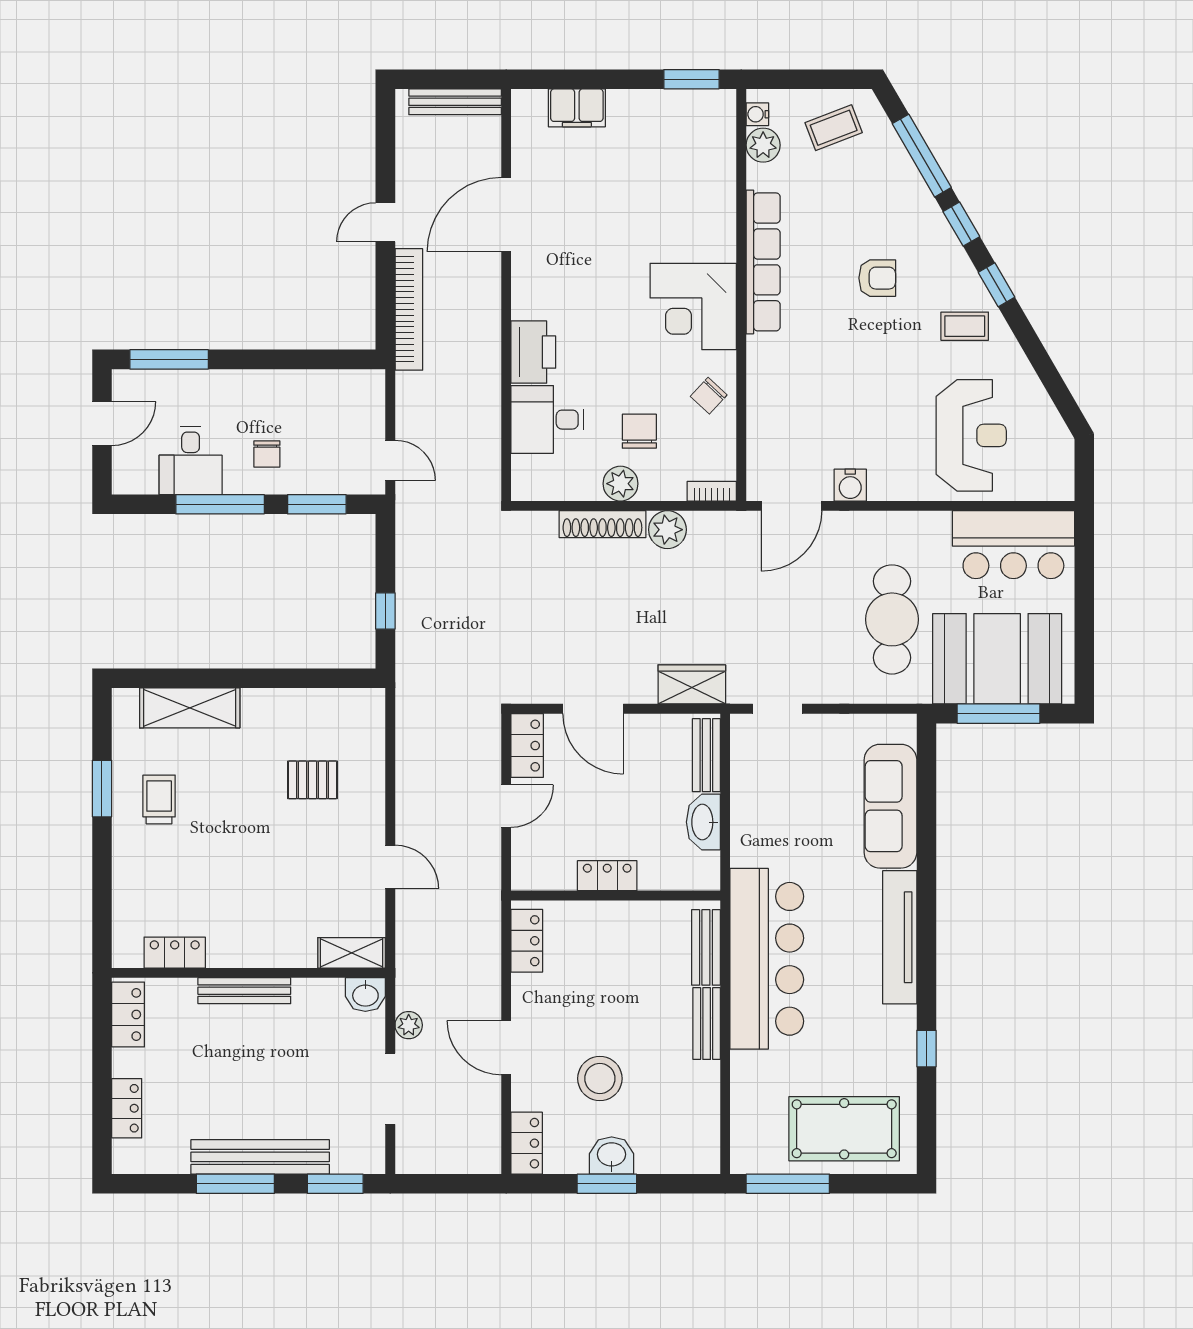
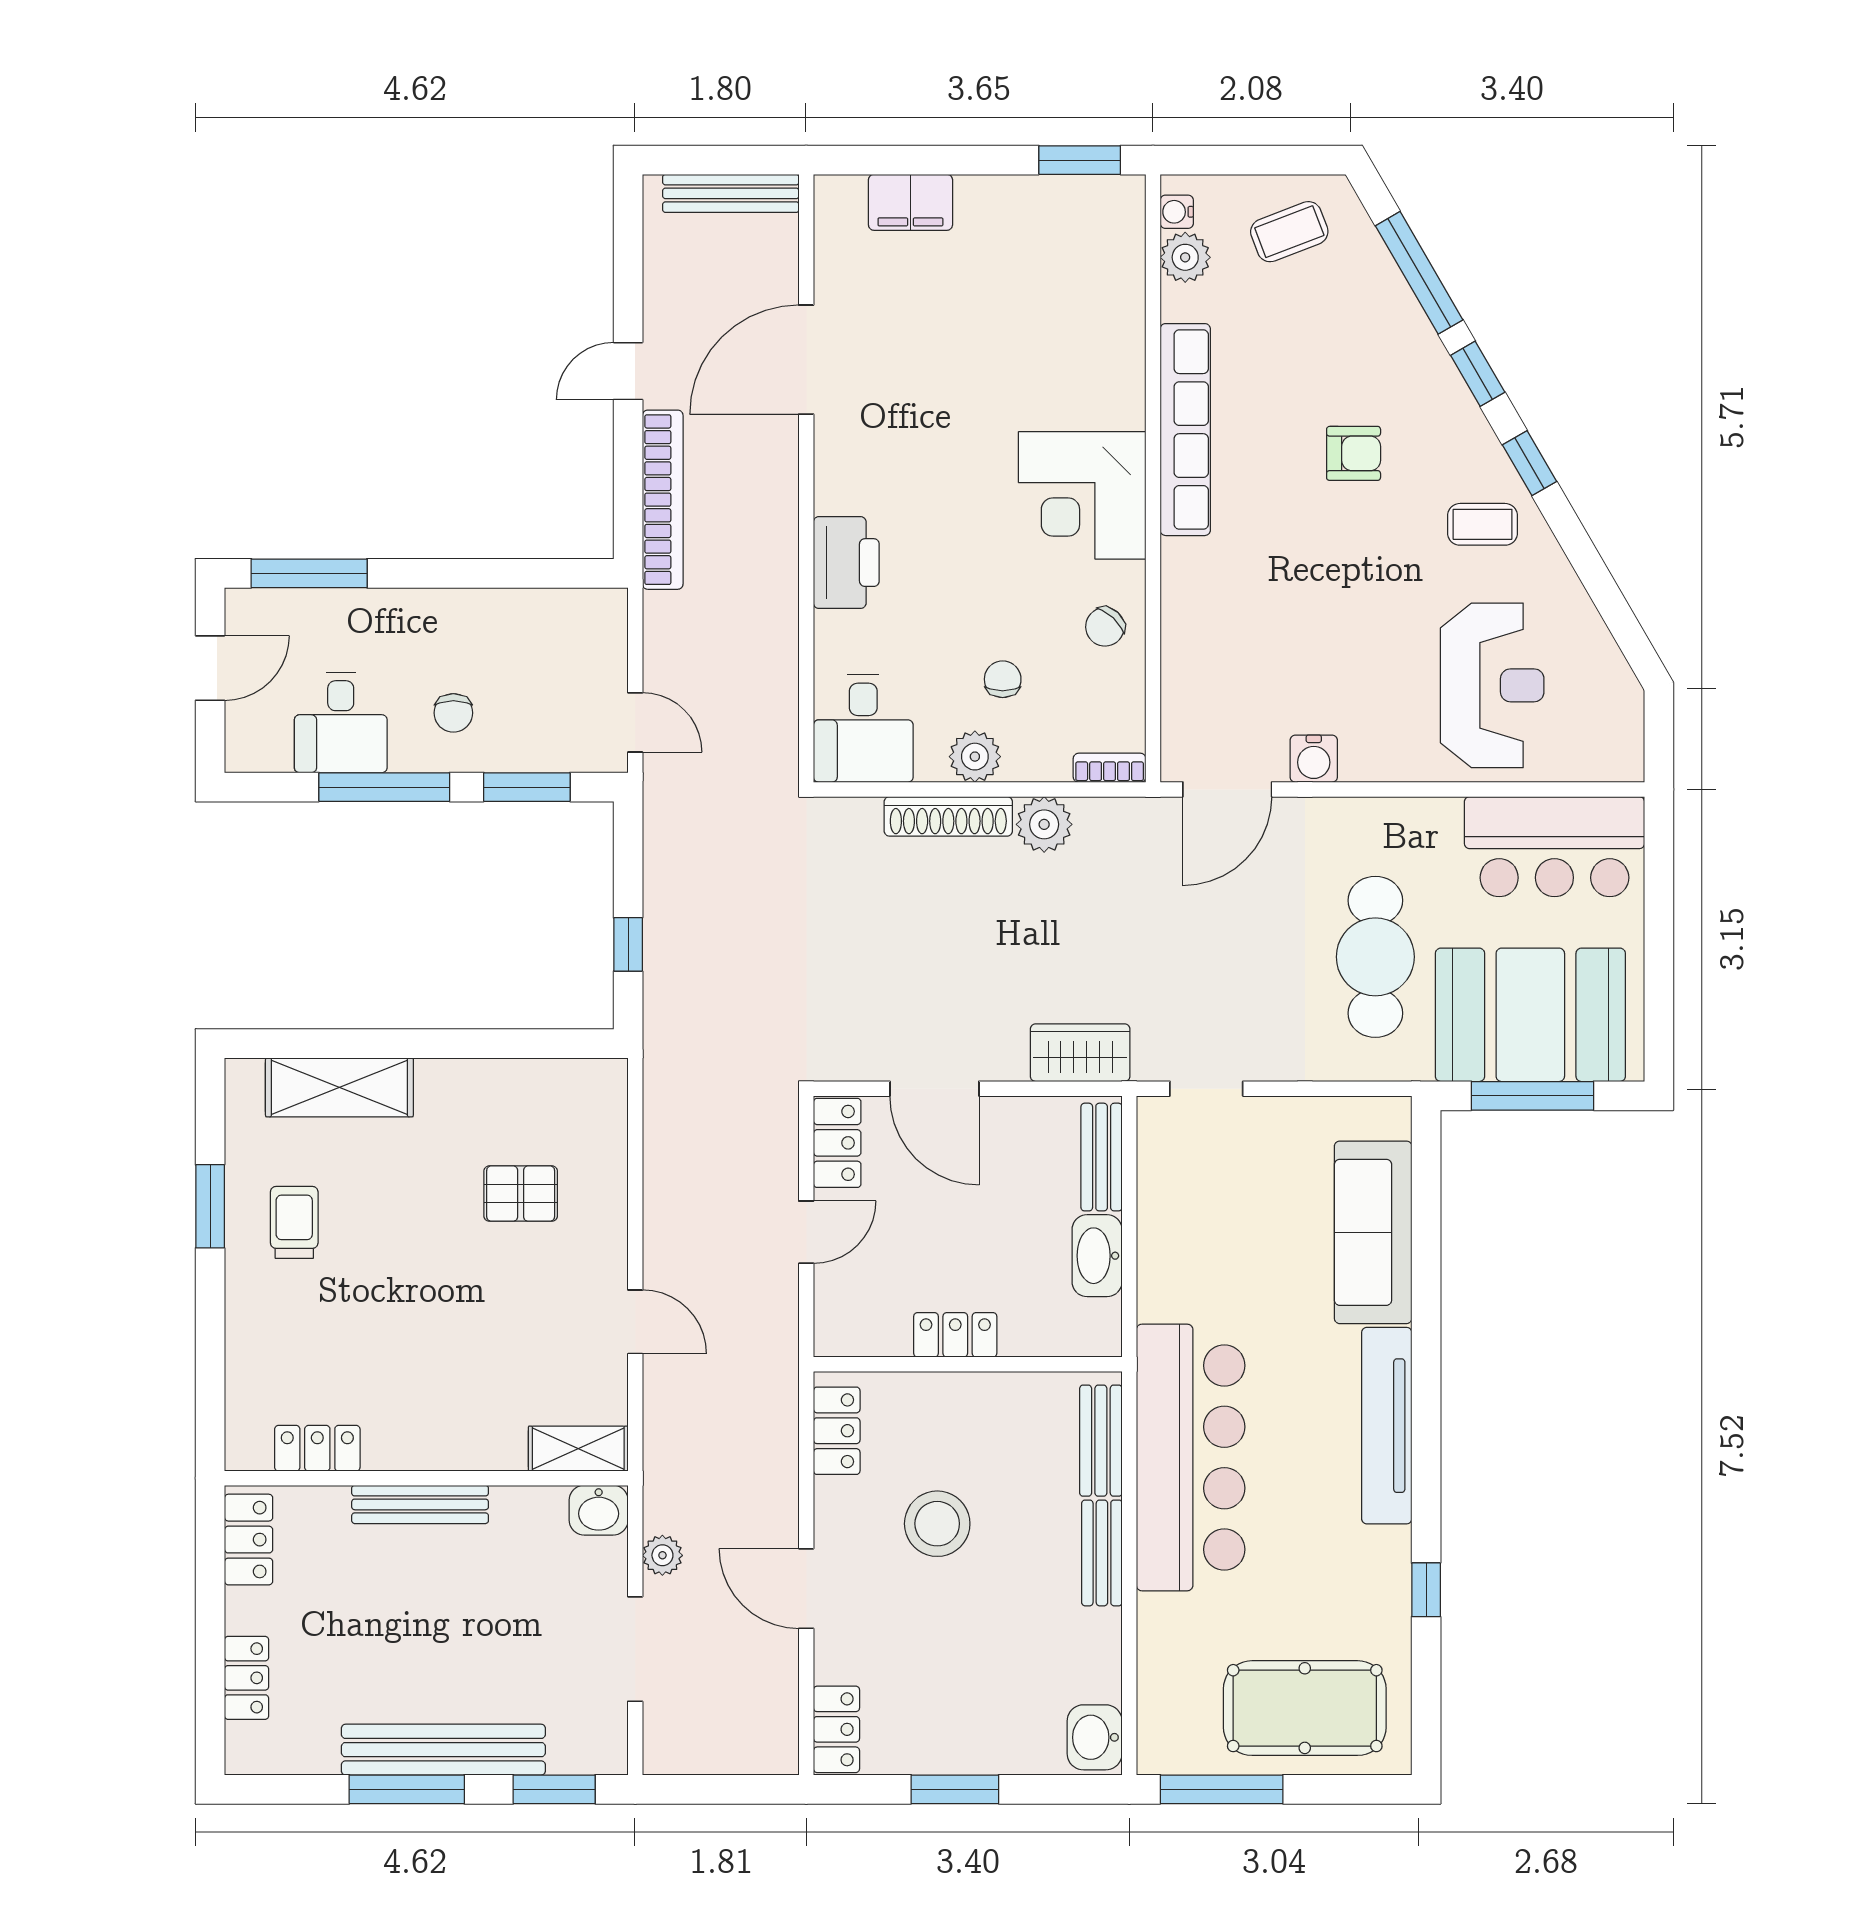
desk: (547, 420) -> (863, 728), moved, turned -90
chair: (639, 431) -> (1003, 679), width x0.73, depth x0.73
stool: (600, 1079) -> (937, 1524), moved
washbasin: (612, 1155) -> (1095, 1737), moved, turned -90

